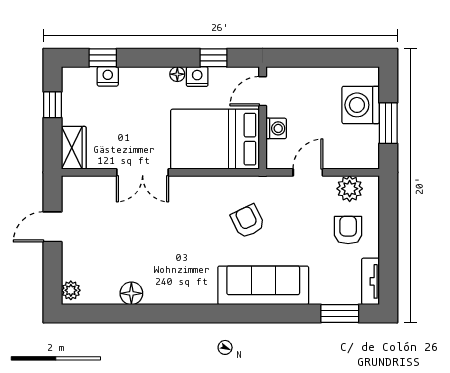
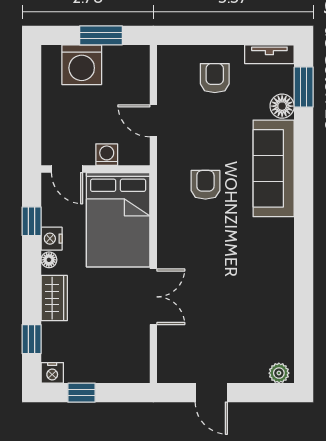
nightstand: (108, 76) -> (52, 373), moved, turned -90
wardrobe: (74, 148) -> (54, 298), moved, turned 90
plant: (350, 189) -> (171, 76), removed
armchair: (248, 221) -> (205, 185), turned 116
armchair: (348, 230) -> (215, 78), turned 90
floor lamp: (131, 293) -> (282, 106), moved

